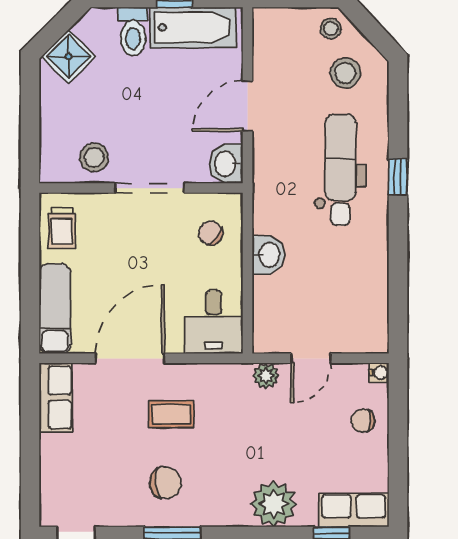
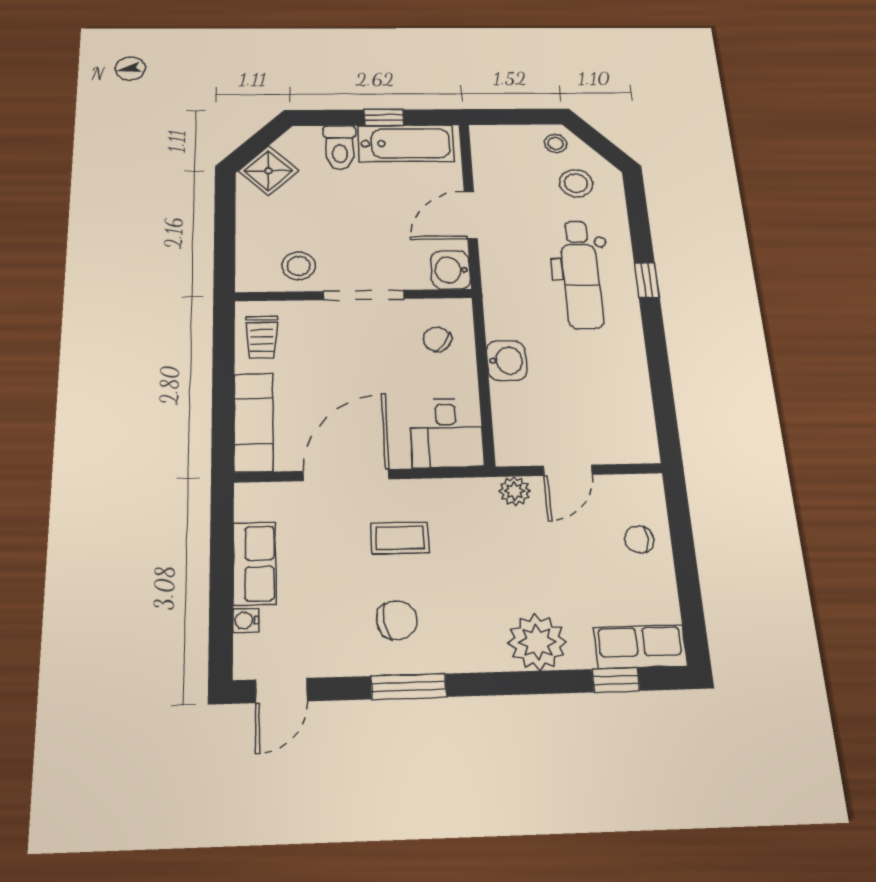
dental chair: (340, 170) -> (581, 274), turned 180
water cooler: (379, 373) -> (246, 620), moved, turned 180
row of seats: (56, 397) -> (254, 563), moved

